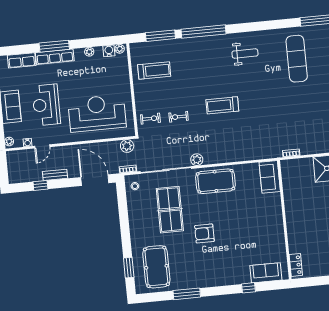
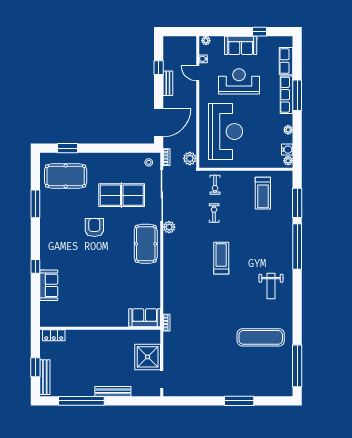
sofa: (270, 177) -> (145, 318), moved
wall: (284, 220) -> (100, 328), moved
locker: (296, 265) -> (54, 335), moved

